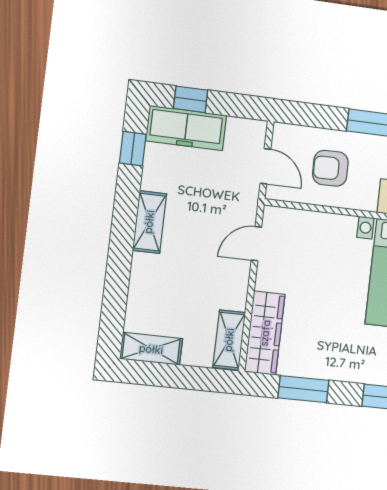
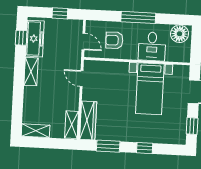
window: (191, 99) -> (60, 13), moved
freezer: (186, 128) -> (35, 39), moved, turned -90
door: (256, 244) -> (82, 78), hinge flipped

